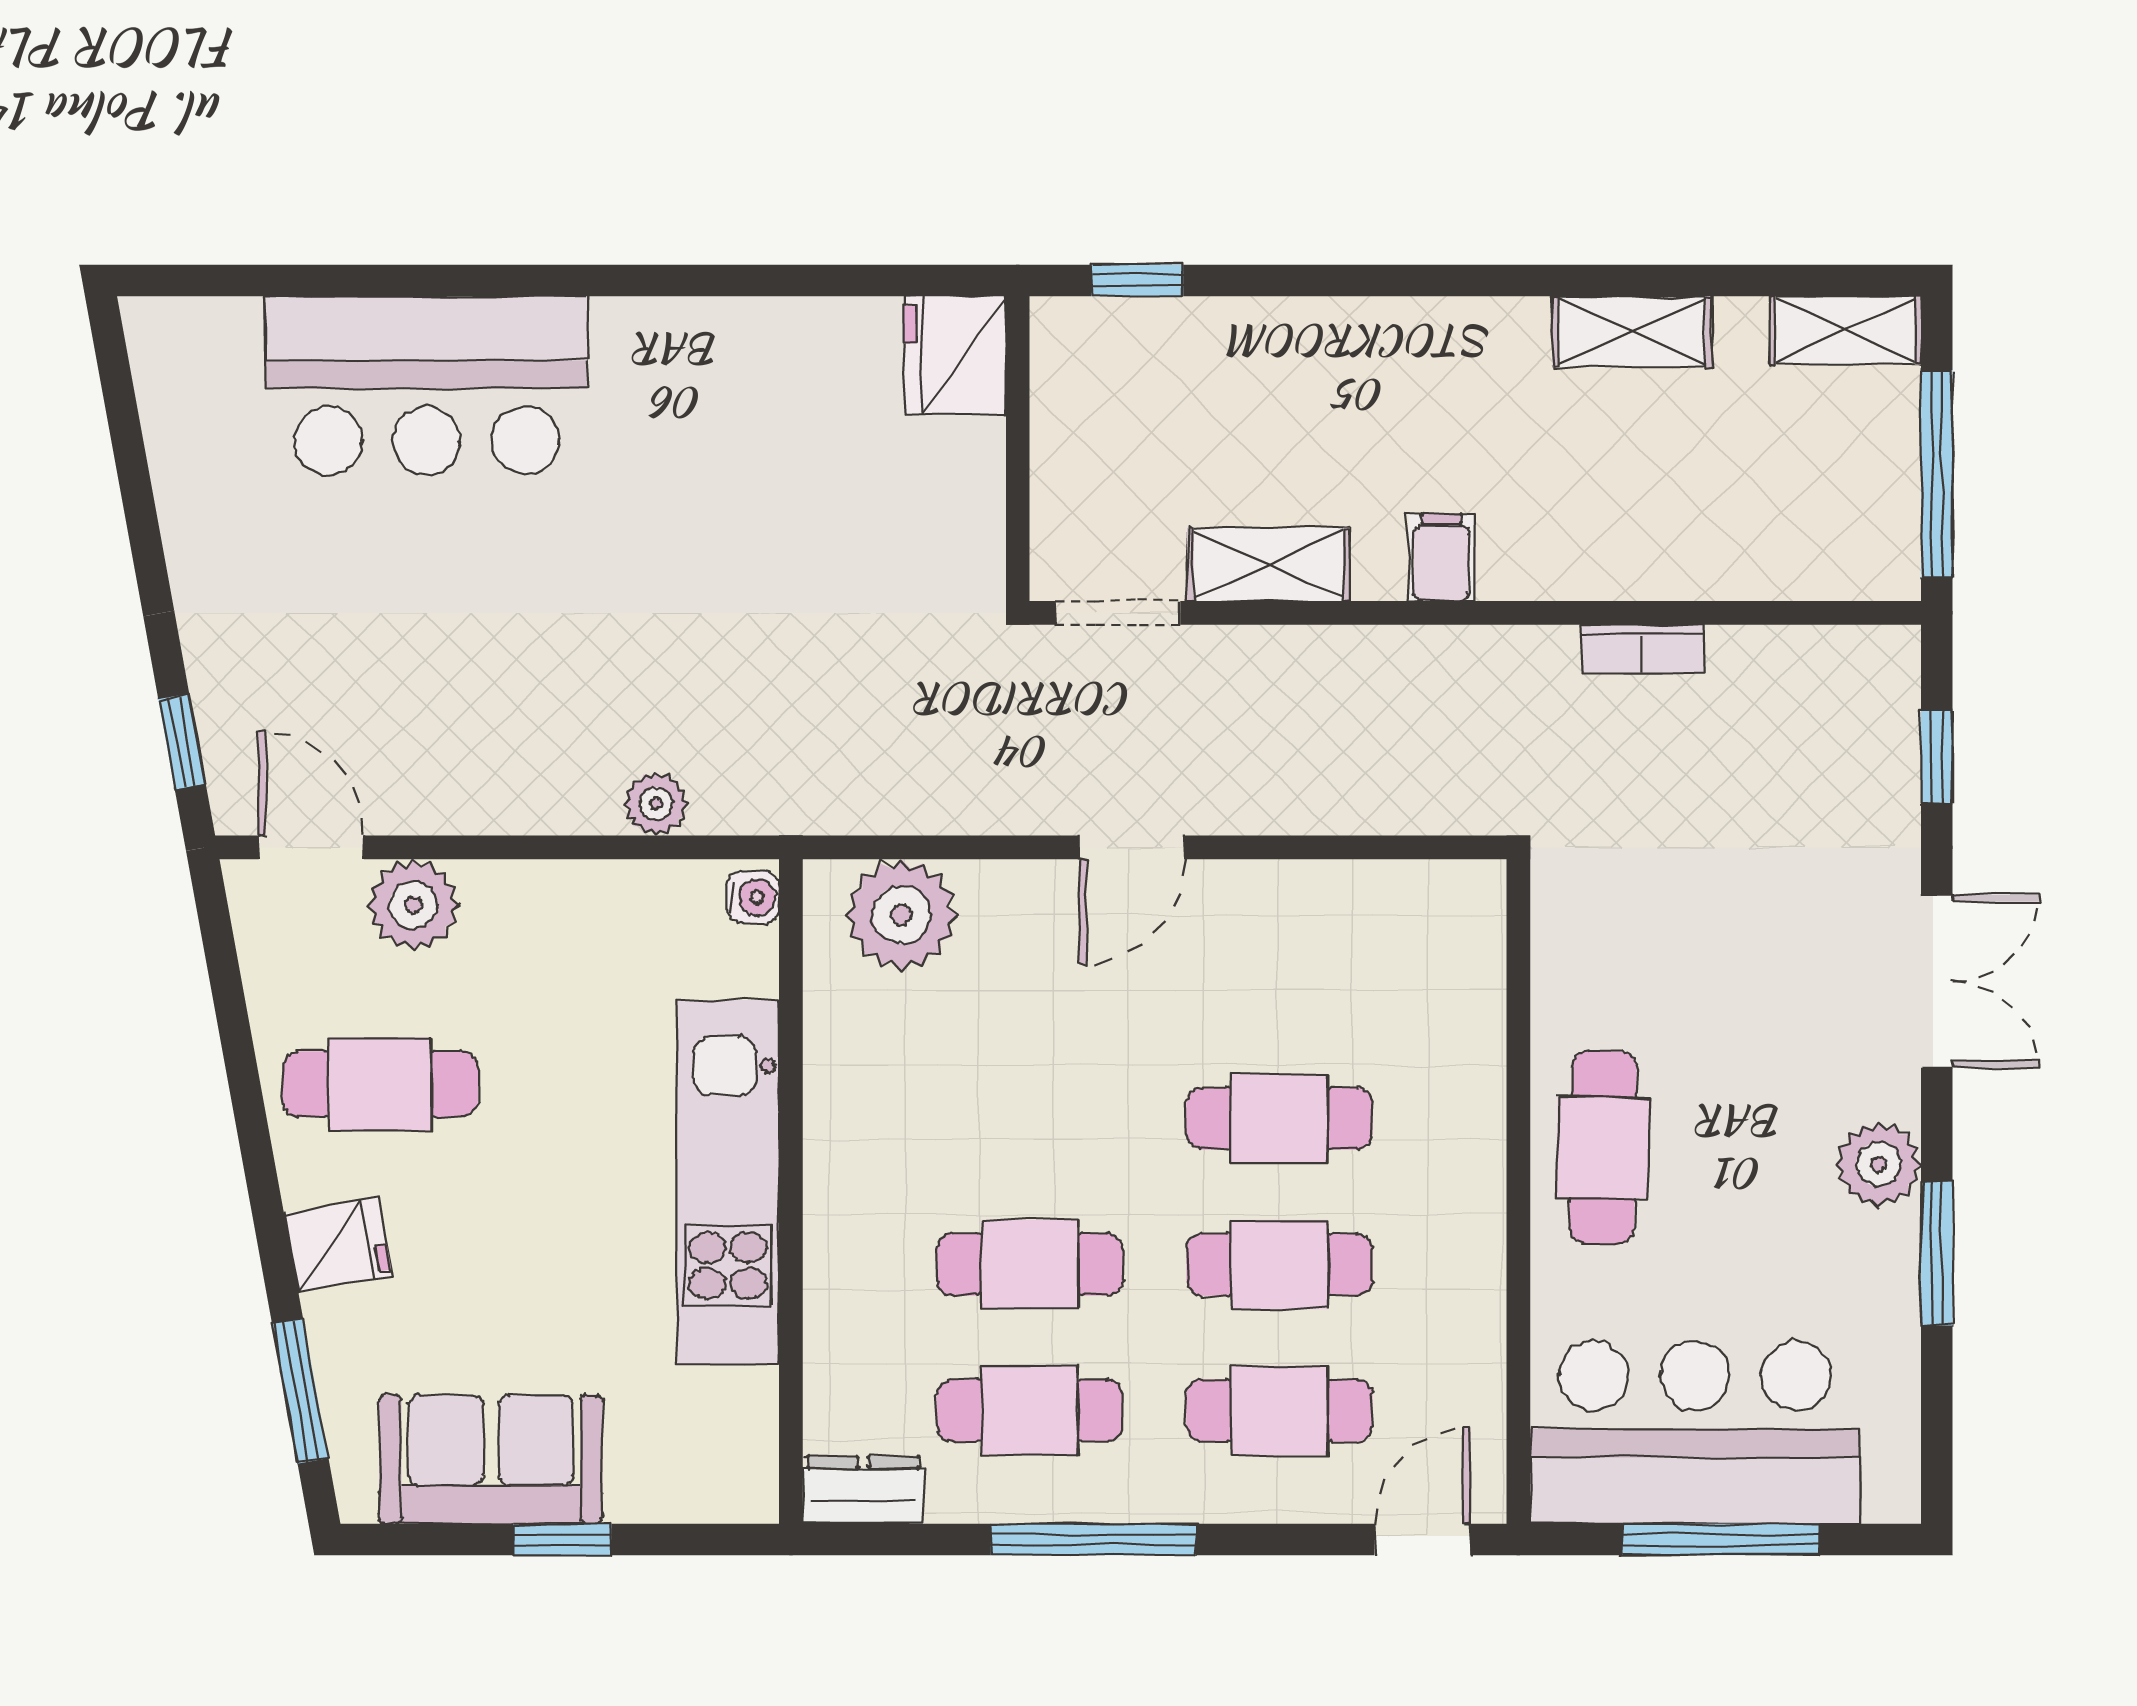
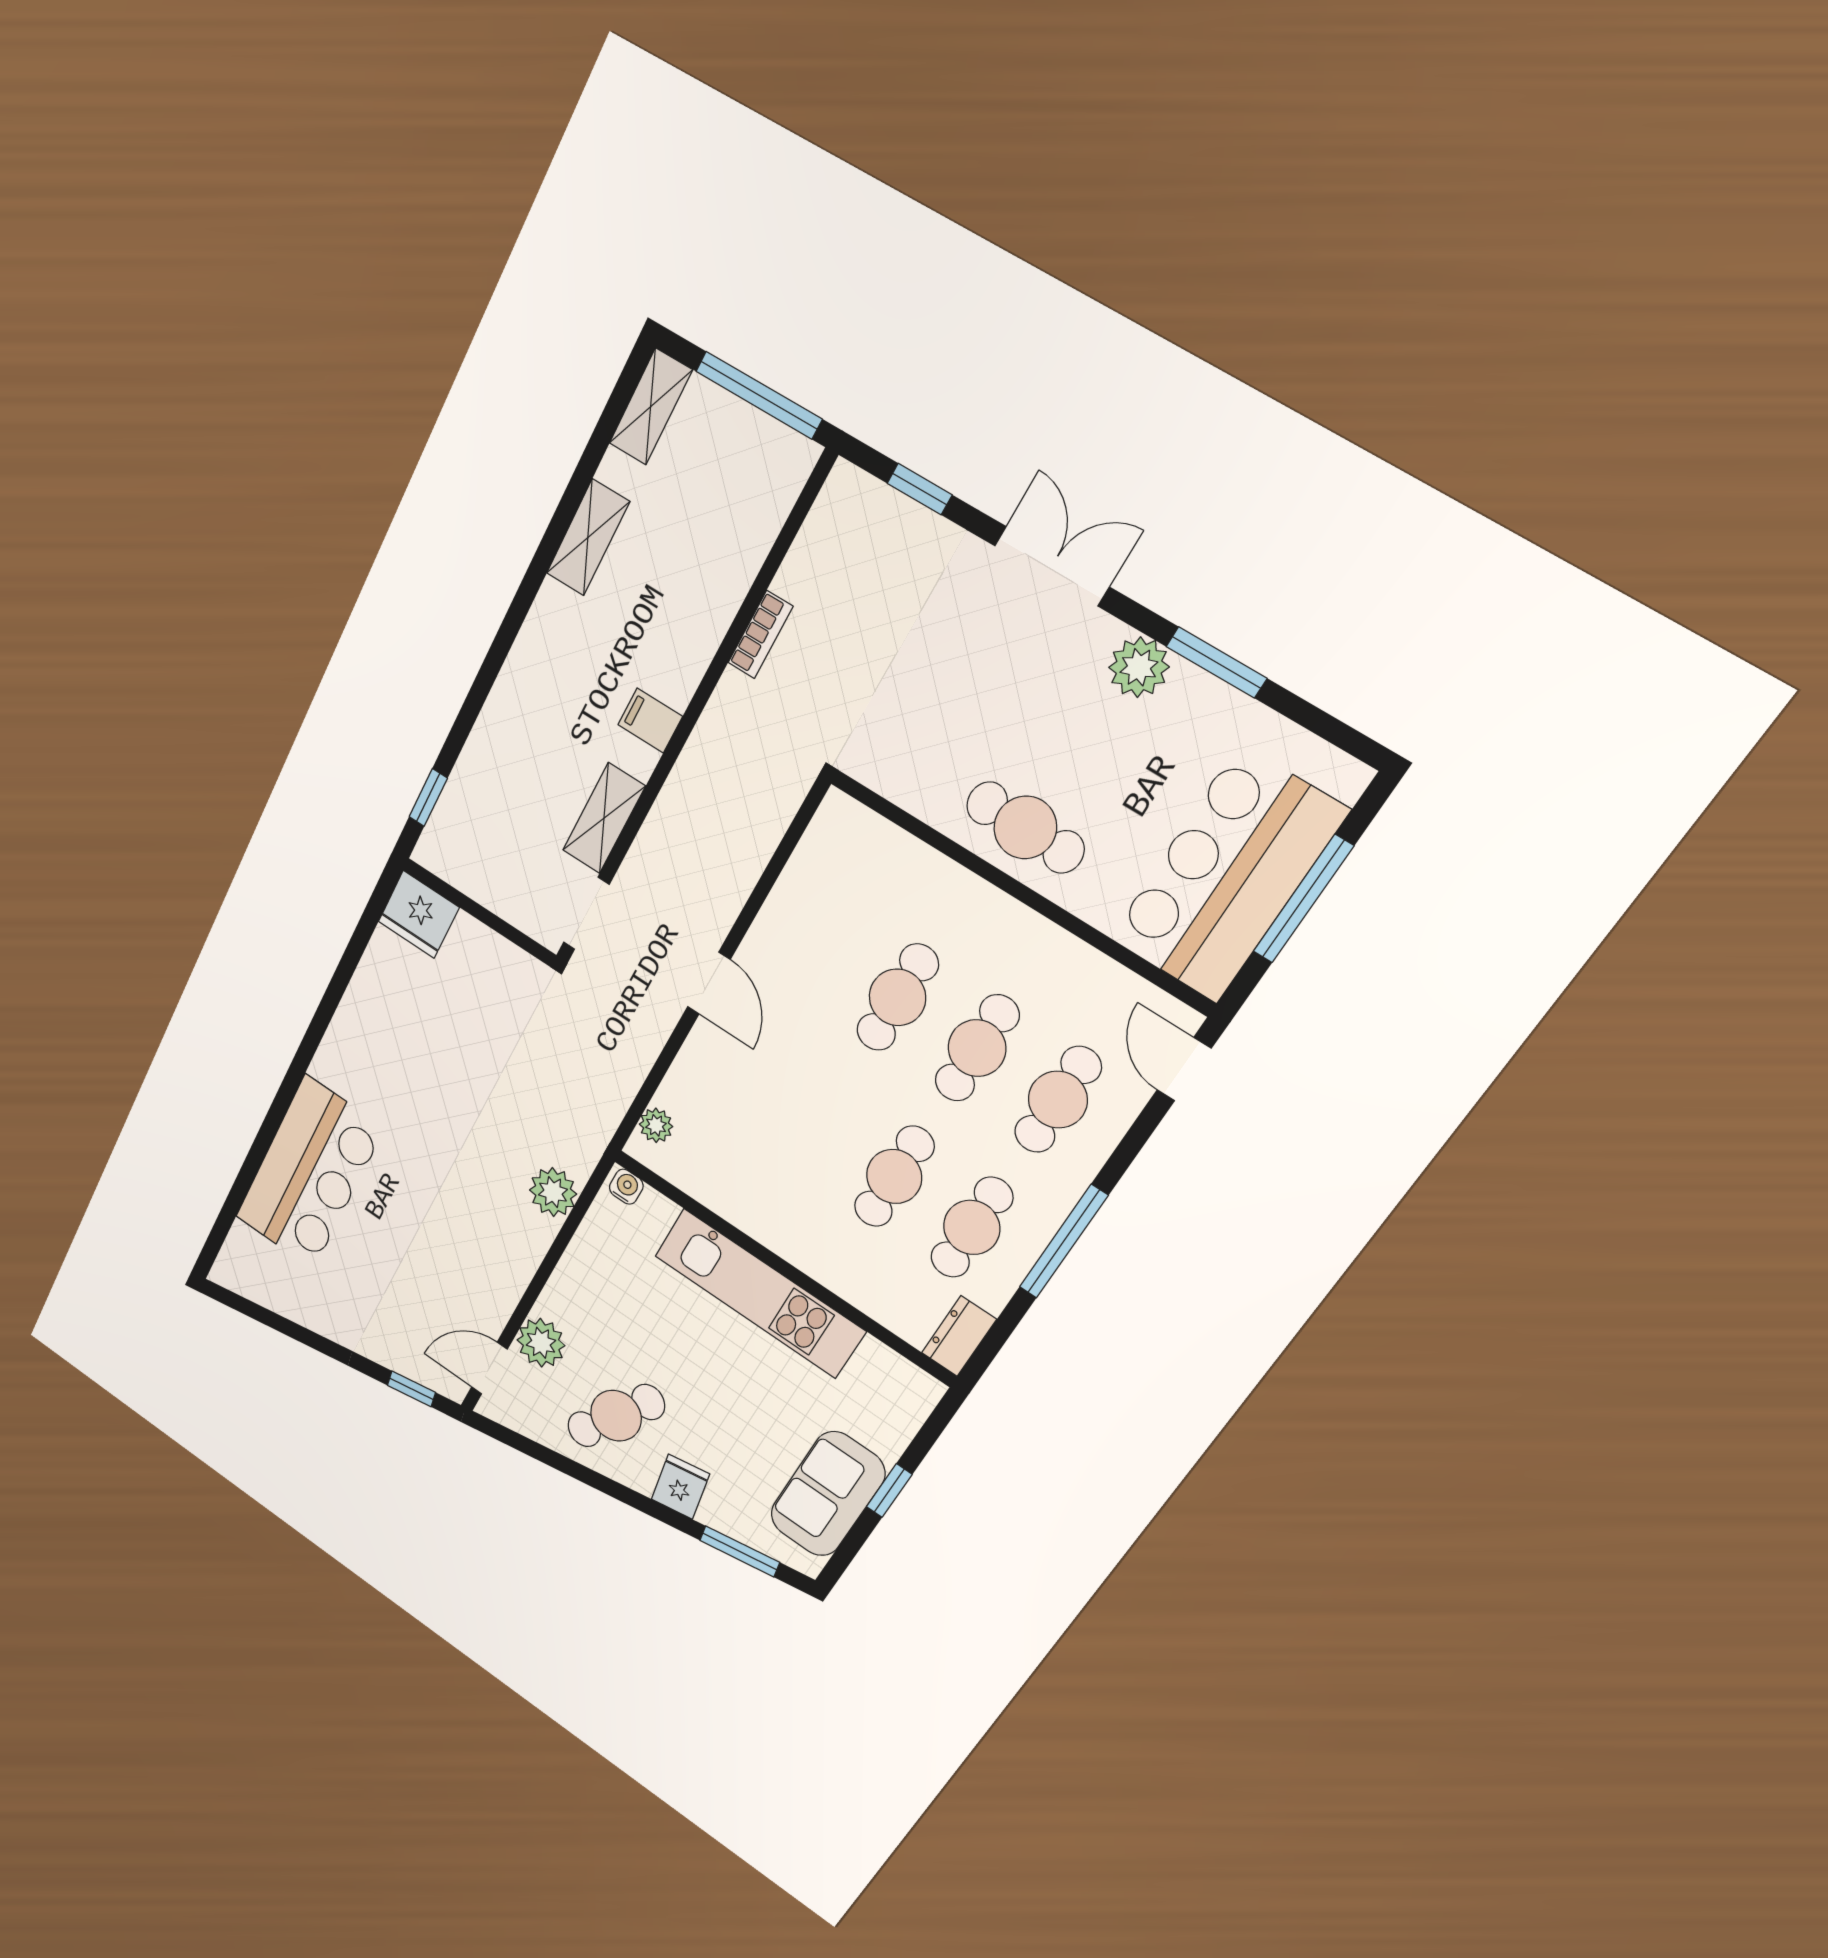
plant: (656, 804) -> (553, 1192), width x1.38, depth x1.38
plant: (901, 915) -> (656, 1125), width x0.53, depth x0.53
cafe table: (380, 1084) -> (616, 1416), turned 31

